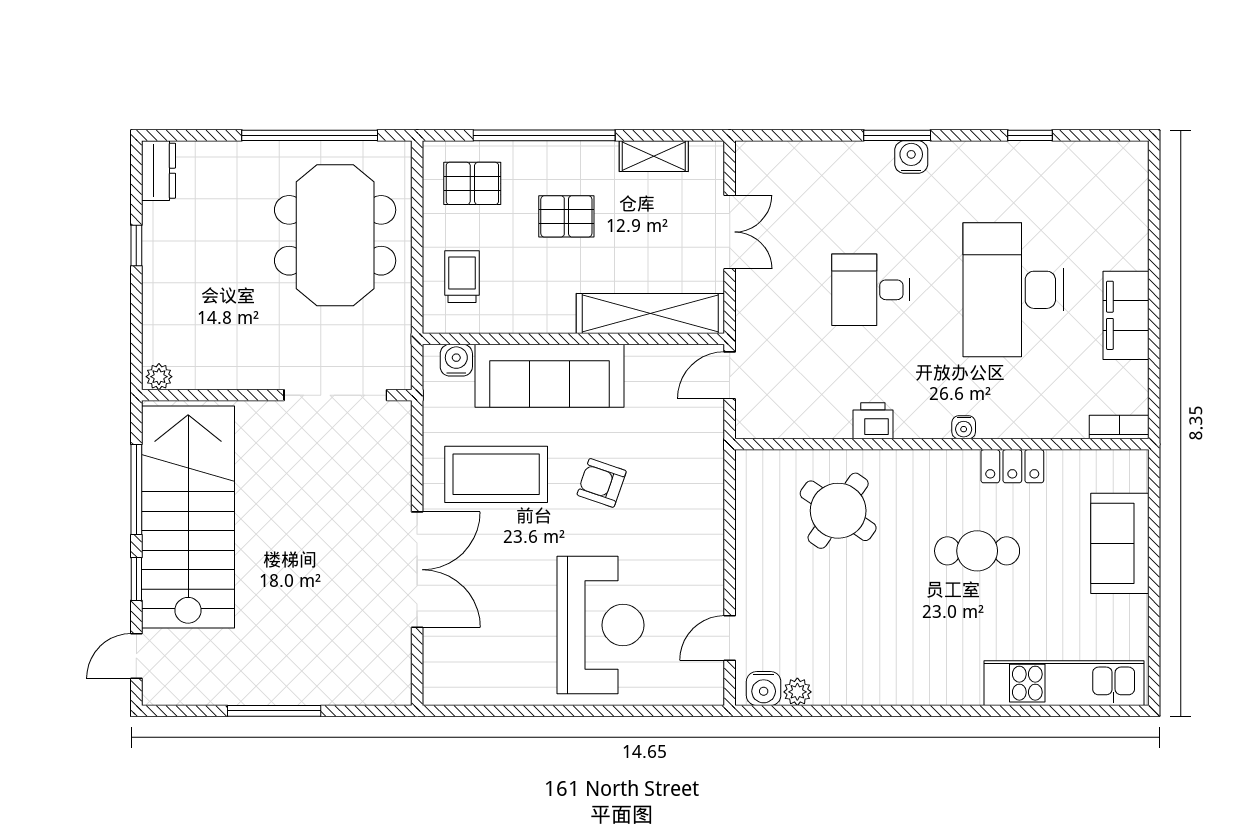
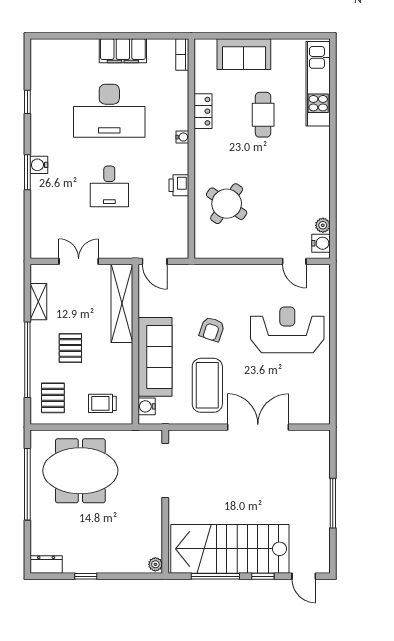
cafe table: (977, 551) -> (263, 115), moved

